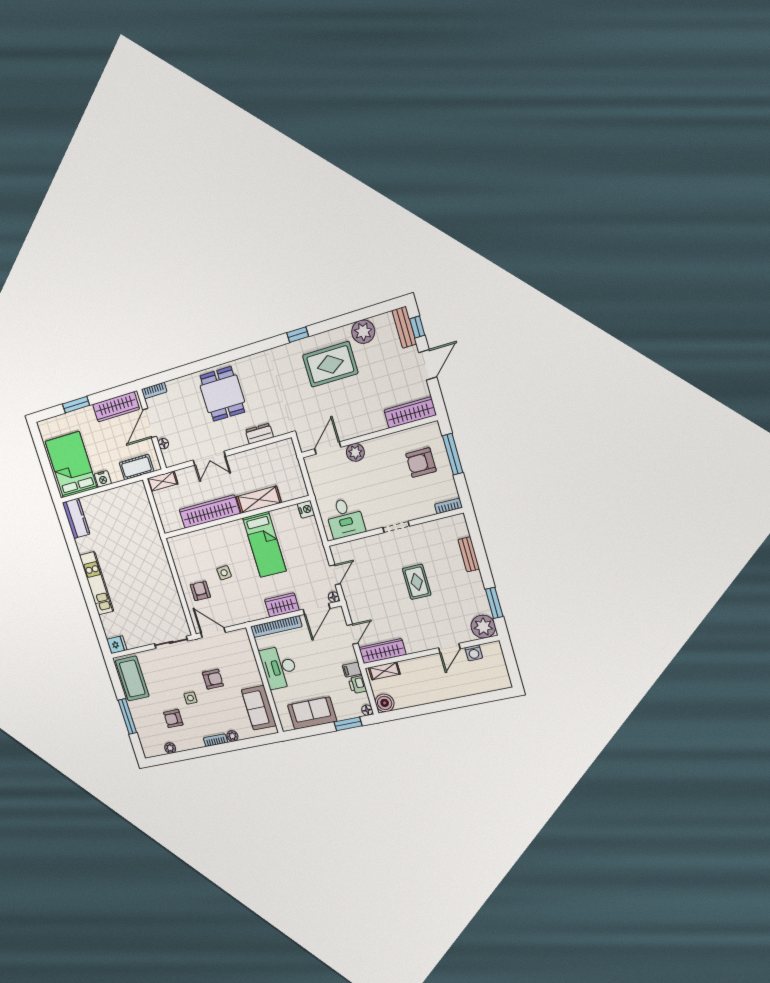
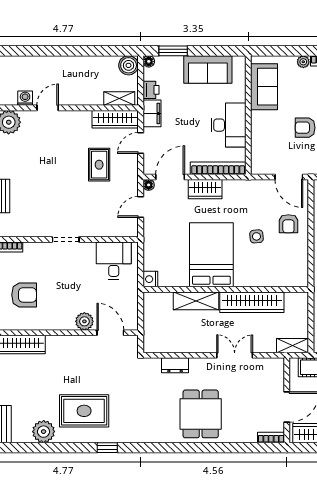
floor lamp: (163, 444) -> (279, 383), removed
door: (328, 448) -> (110, 333), swing flipped
bed: (264, 545) -> (211, 255), width x1.50
rug: (417, 582) -> (99, 165), moved
filing cabinet: (352, 670) -> (152, 113), width x2.00

